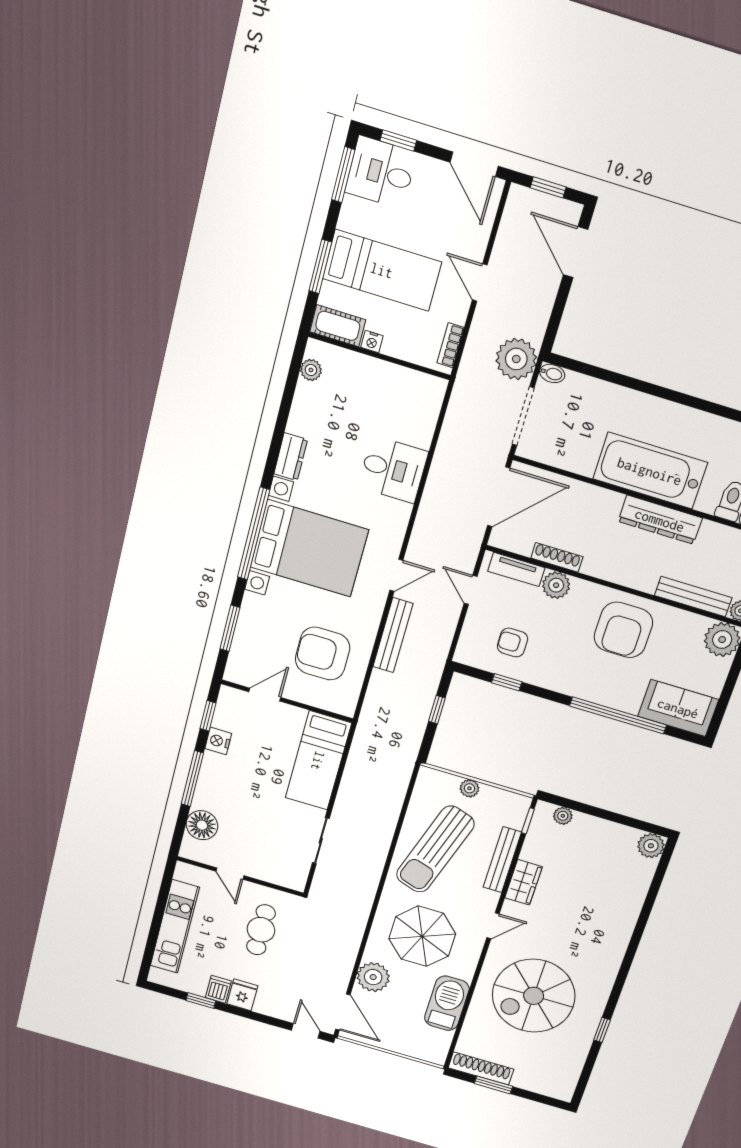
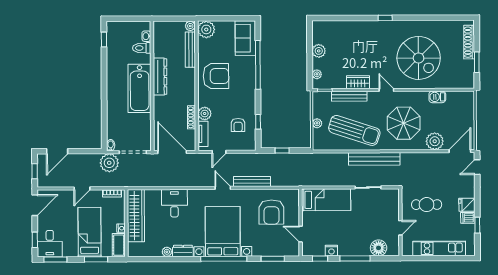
plant: (311, 370) -> (167, 252), moved
wardrobe: (390, 381) -> (136, 216), added
plant: (651, 846) -> (319, 51), moved
bench: (371, 868) -> (374, 159), added
barbecue: (447, 1003) -> (437, 97), width x0.53, depth x0.65
window: (602, 1030) -> (385, 18), moved
shoe rack: (481, 1068) -> (469, 42), moved

